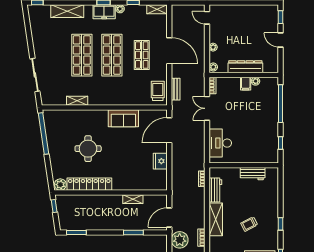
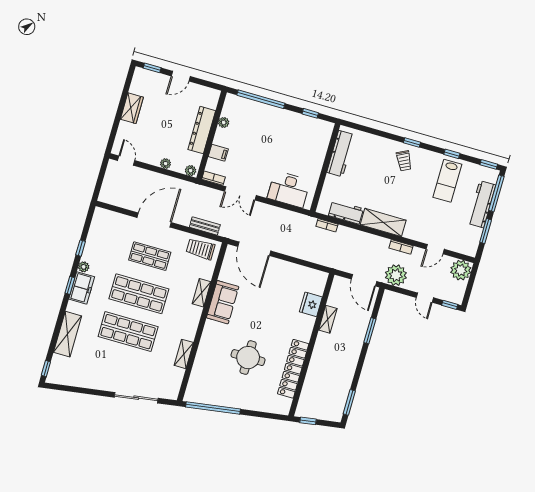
shelving: (157, 9) -> (202, 293), moved
wardrobe: (247, 11) -> (132, 108), added
door: (207, 18) -> (126, 161), swing flipped
filing cabinet: (246, 84) -> (218, 153), moved
fridge: (160, 161) -> (311, 304), moved, turned 90
workbench: (253, 174) -> (341, 154), width x1.38
plant: (60, 185) -> (283, 405), removed
trolley: (249, 224) -> (404, 161), moved

